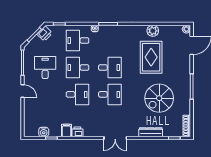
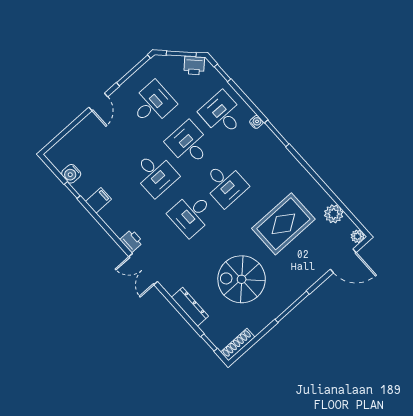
plant: (153, 31) -> (334, 214), moved
desk: (110, 94) -> (191, 214), turned 90
printer: (77, 132) -> (132, 241), moved

